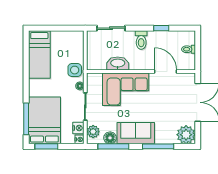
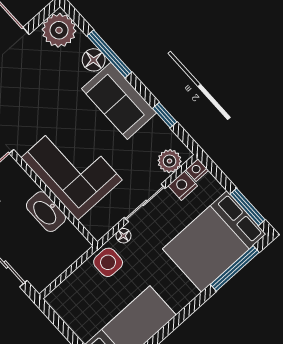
floor lamp: (110, 138) -> (94, 60), moved
window: (113, 146) -> (165, 115), width x0.46

